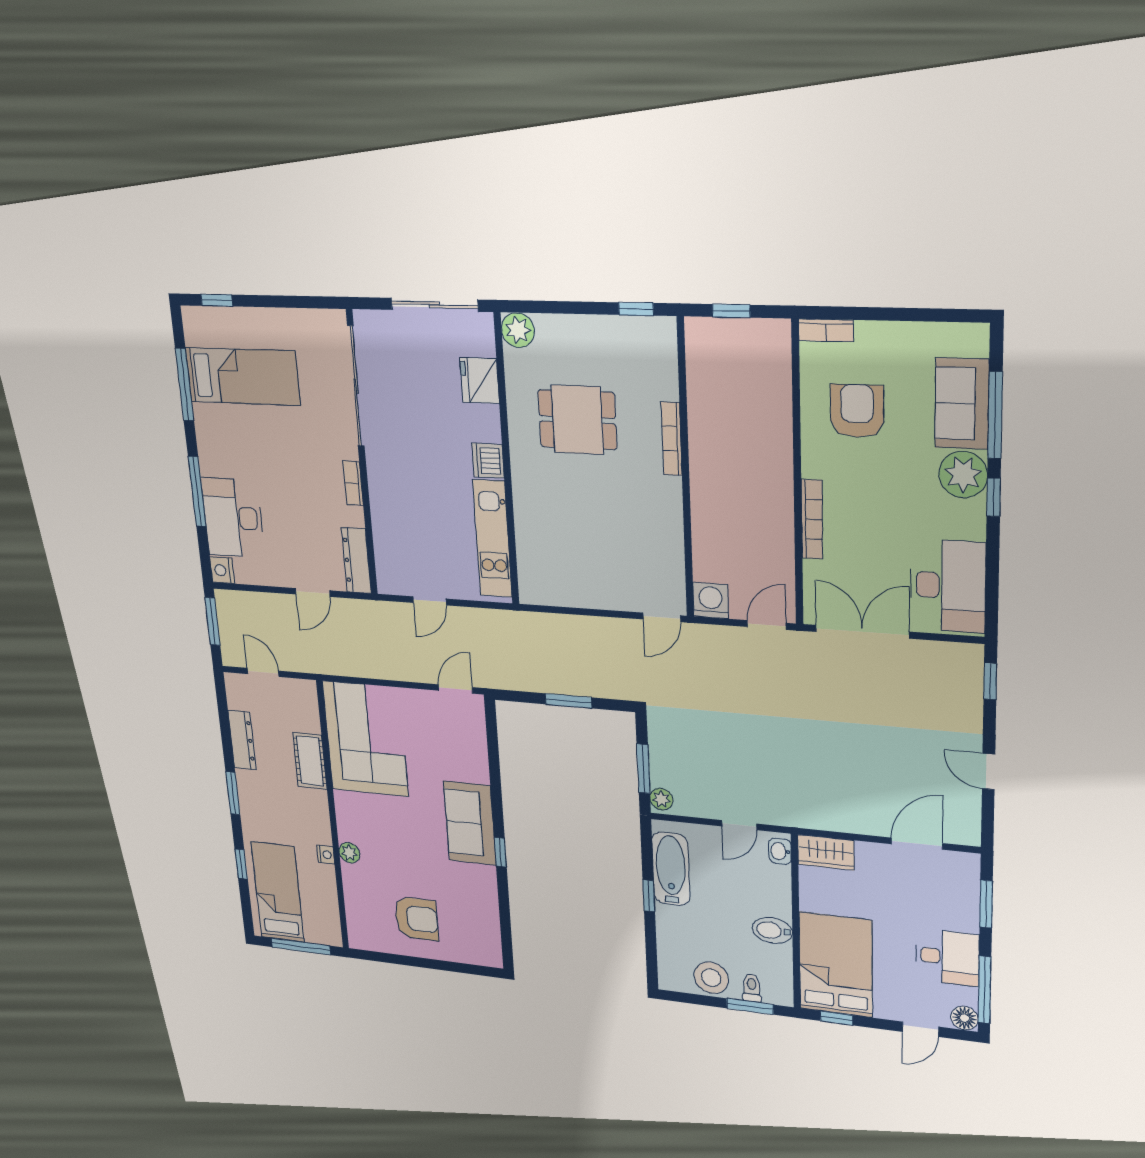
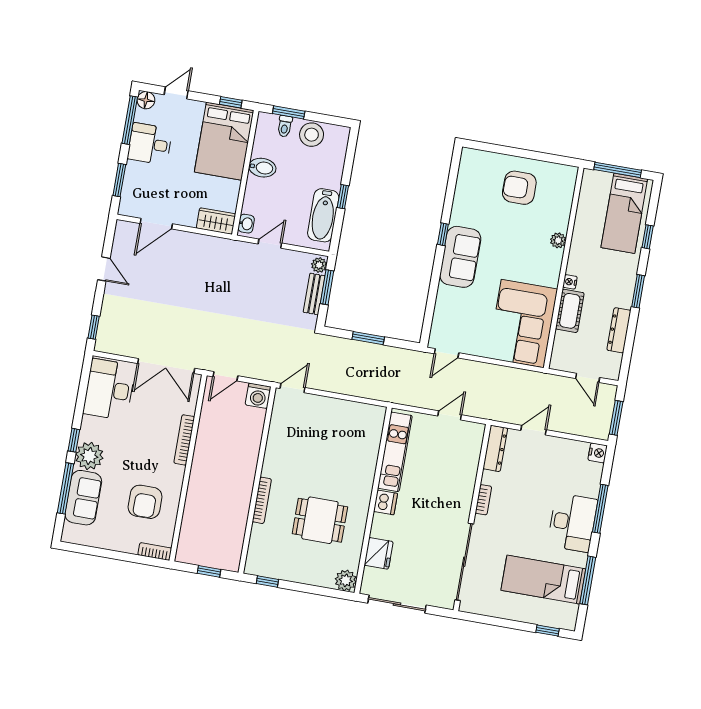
desk: (233, 518) -> (572, 523), moved
bench: (660, 758) -> (314, 294), added
nightstand: (326, 855) -> (570, 282), moved

